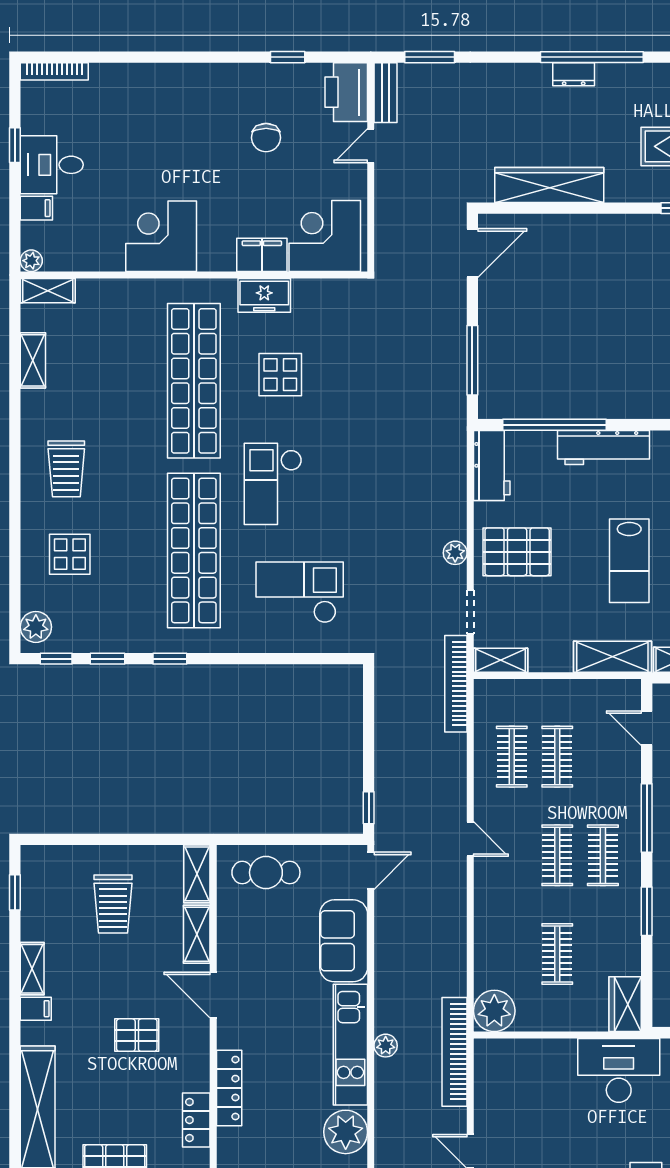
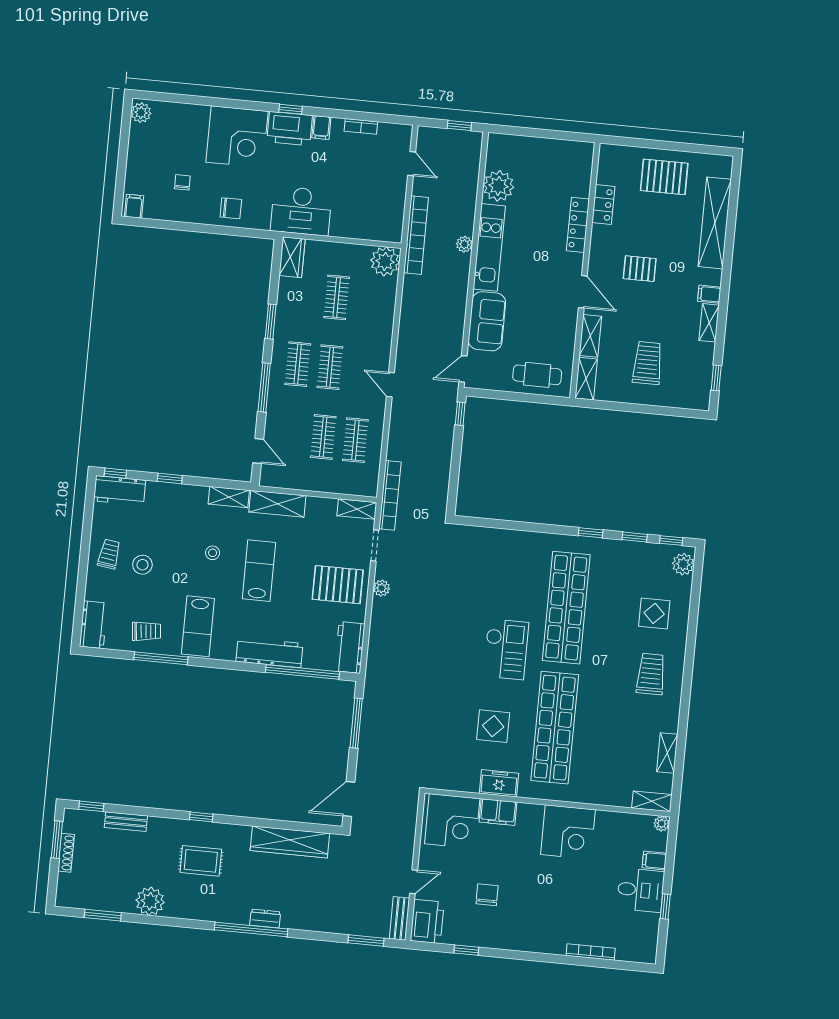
bookcase: (54, 71) -> (591, 952), moved
checkout: (300, 592) -> (494, 571), removed

